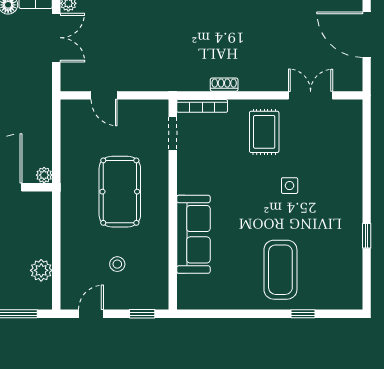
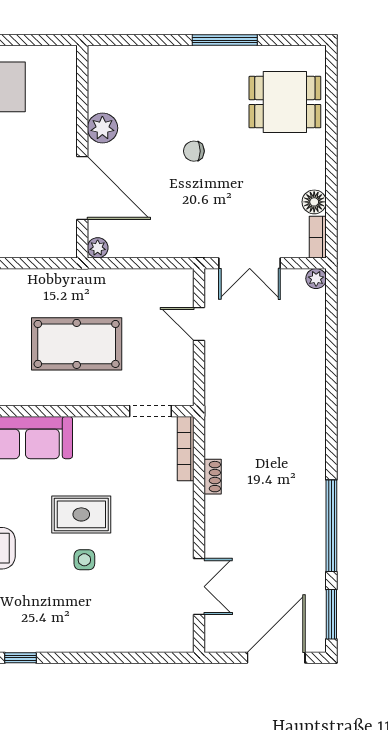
double door: (56, 38) -> (250, 263), moved
door: (104, 95) -> (199, 324), hinge flipped
rug: (264, 132) -> (81, 514), moved

